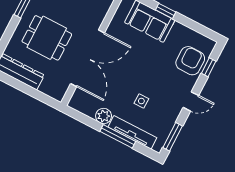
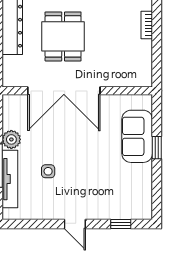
armchair: (190, 61) -> (118, 201), removed
window: (173, 137) -> (27, 224), removed

